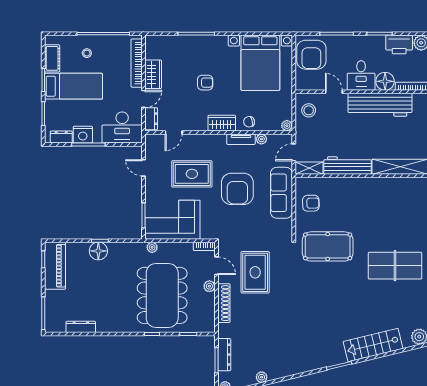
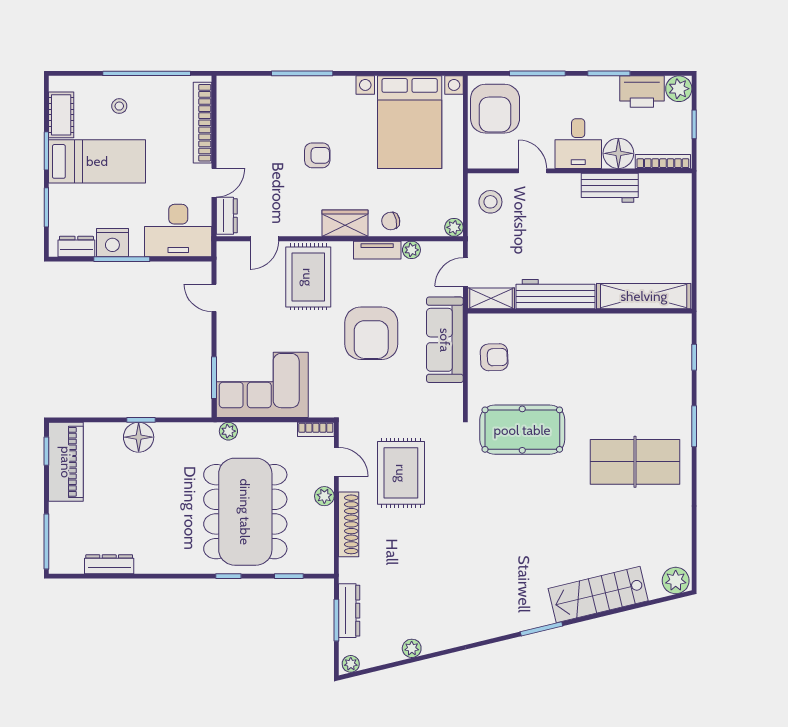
wardrobe: (153, 74) -> (230, 141), removed
workbench: (380, 105) -> (610, 188), width x0.53, depth x0.76
rug: (192, 174) -> (308, 277), moved, turned 90

